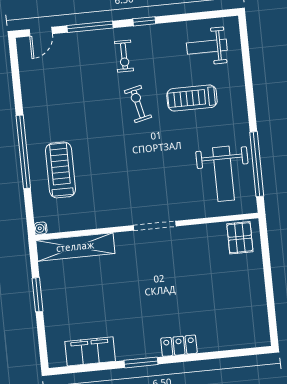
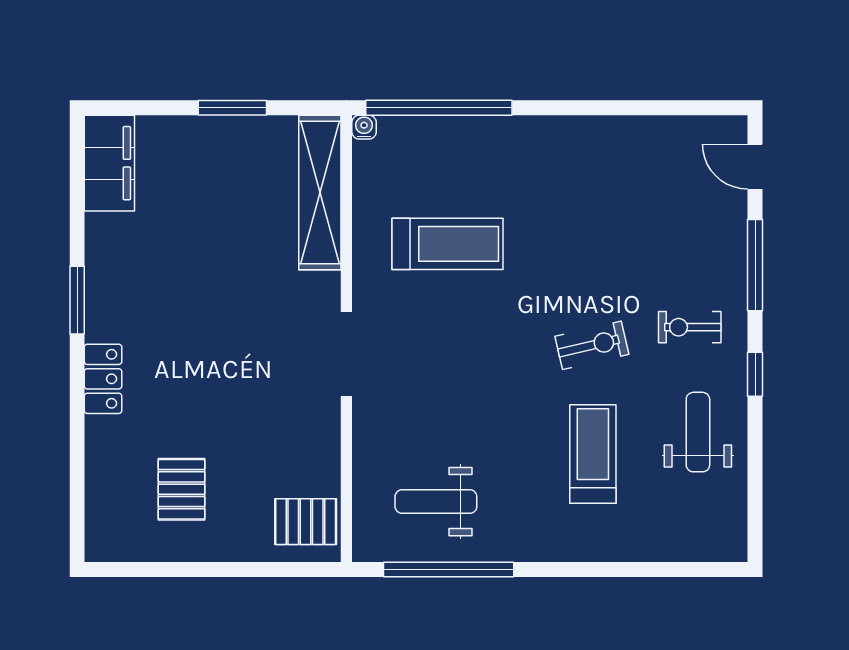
weight bench: (207, 47) -> (698, 432), moved
window: (23, 152) -> (439, 108), moved
treadmill: (61, 170) -> (448, 244), moved
weight bench: (223, 174) -> (436, 502), width x0.73, depth x0.75
pallet: (230, 301) -> (182, 489), added
filing cabinet: (90, 351) -> (109, 163), moved

